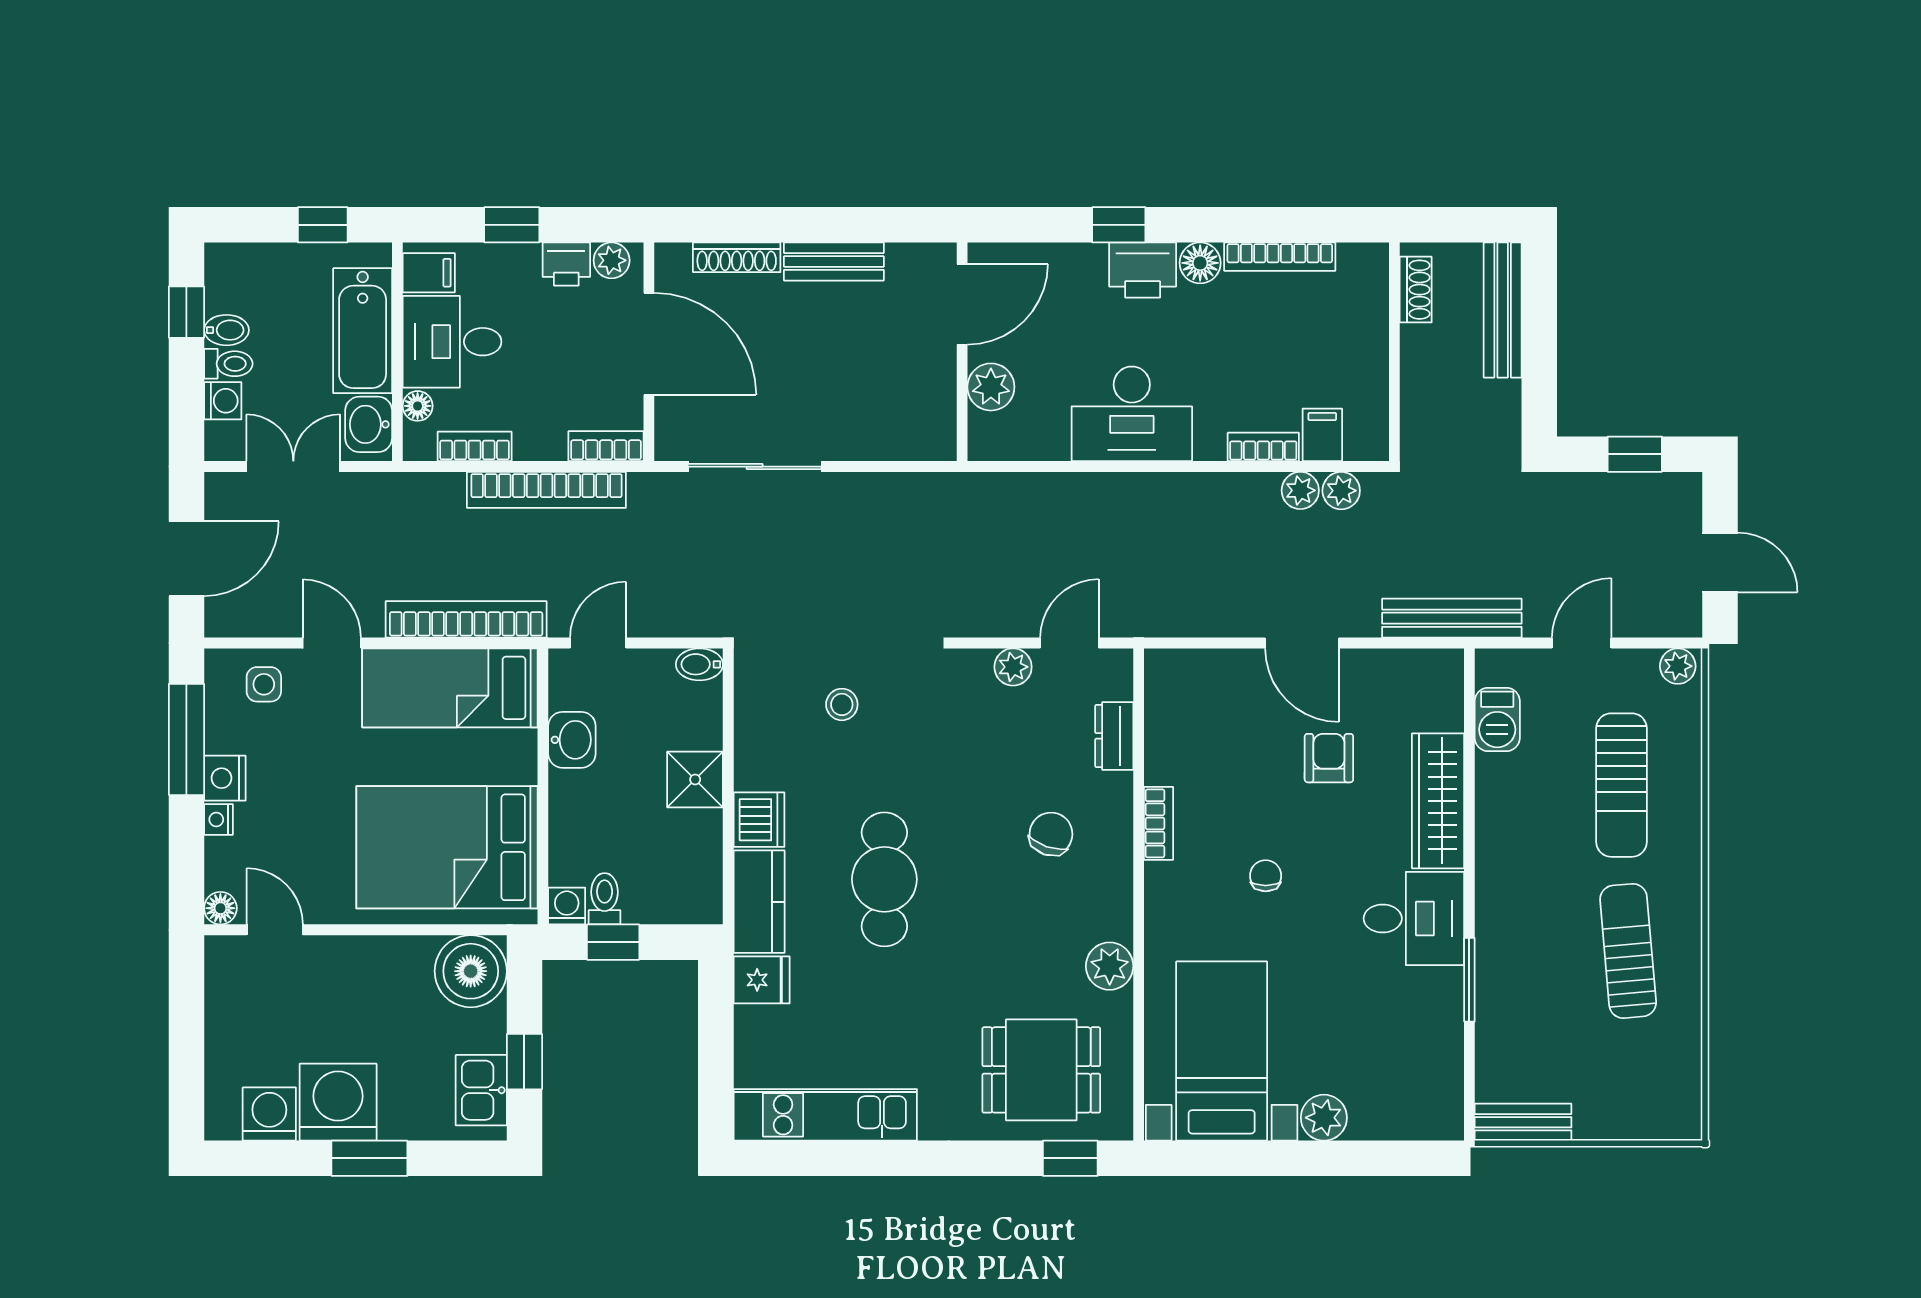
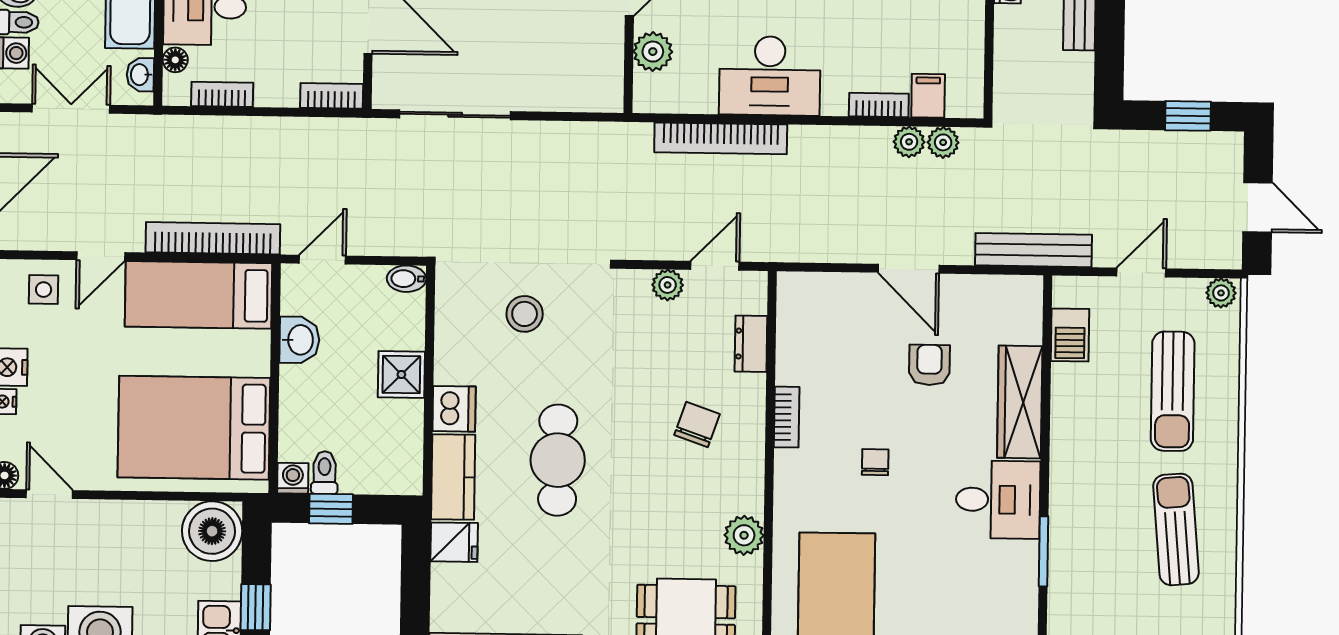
washbasin: (369, 424) -> (140, 75), width x0.72, depth x0.69
bookcase: (546, 490) -> (721, 138), moved
door: (332, 643) -> (101, 256), swing flipped
stool: (842, 704) -> (525, 314), width x1.37, depth x1.37

